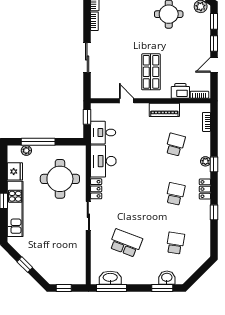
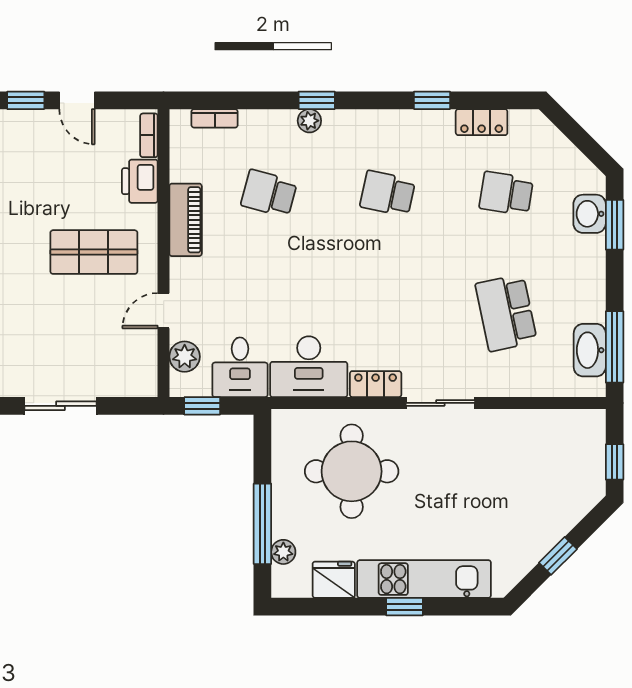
plant: (108, 110) -> (185, 357), added
locker: (205, 189) -> (482, 122), moved
school desk: (126, 243) -> (506, 313), turned -33

